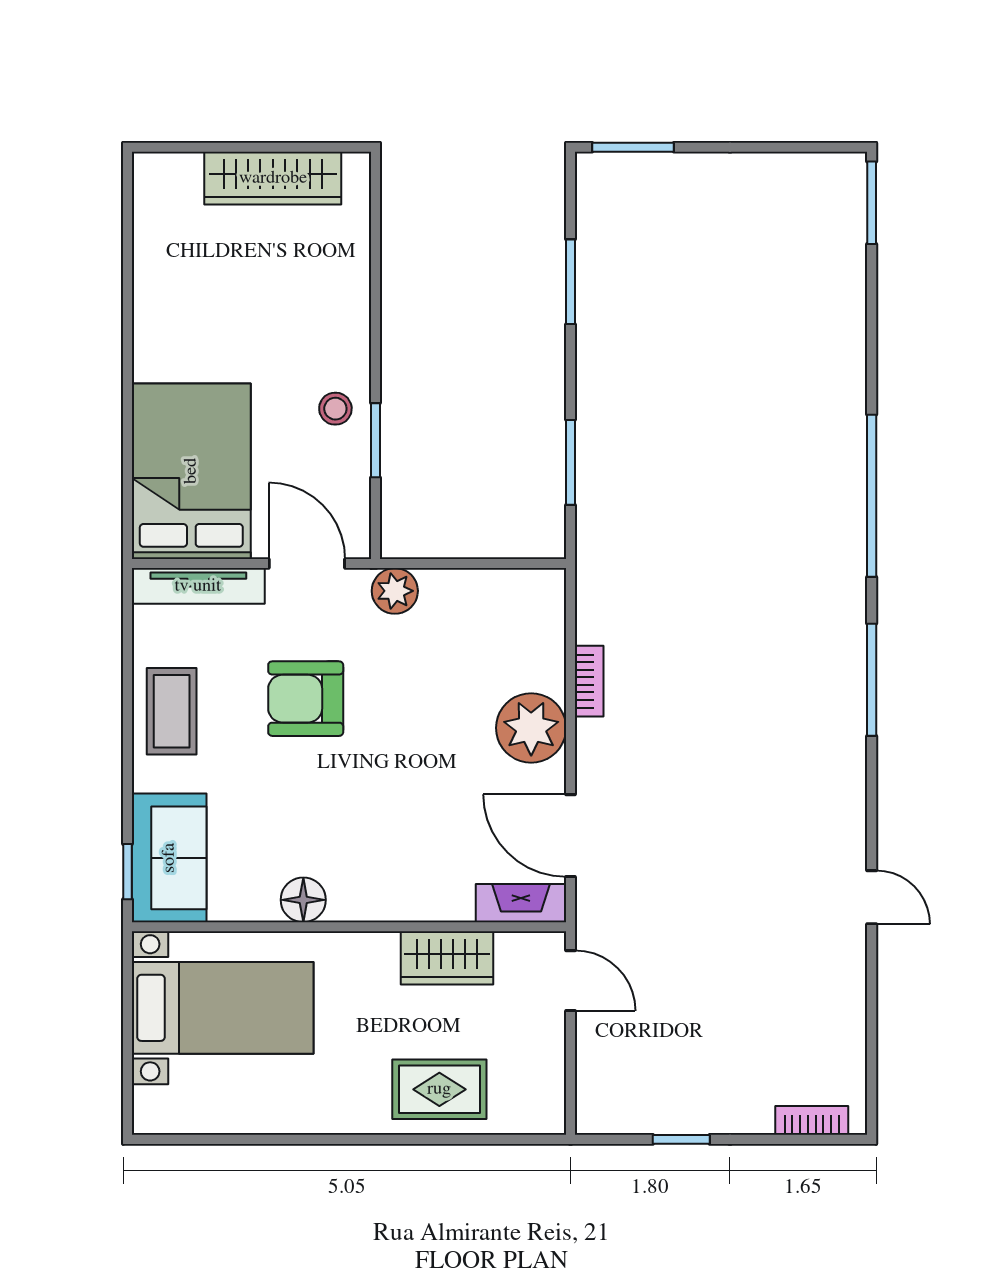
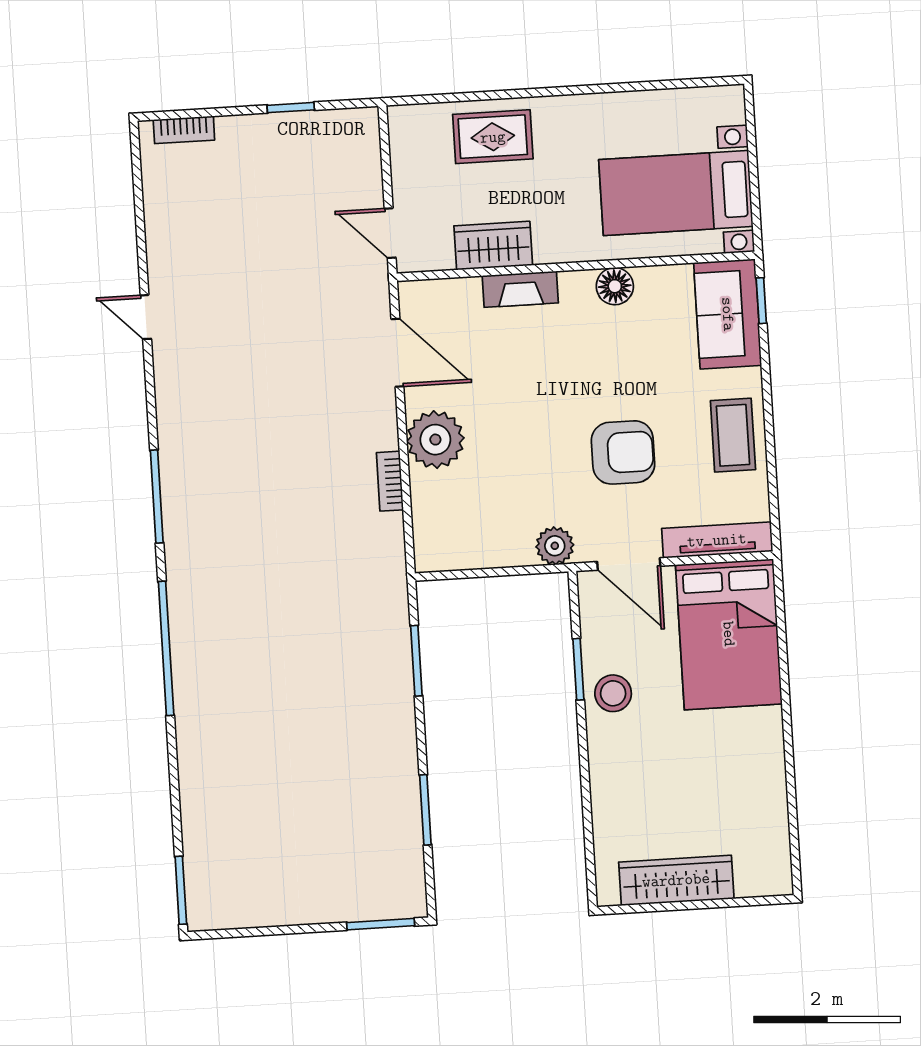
stool: (335, 409) -> (613, 693), width x1.37, depth x1.37
fireplace: (521, 903) -> (520, 289), moved

